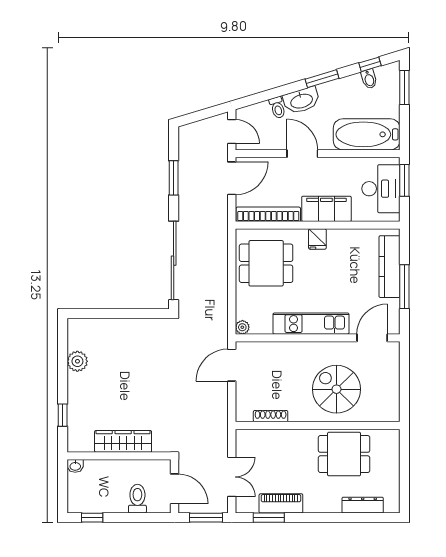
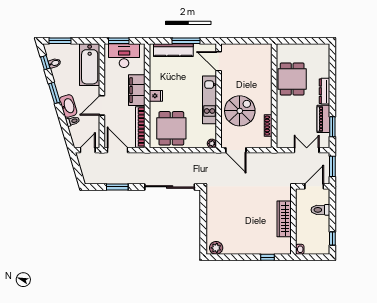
plant: (77, 361) -> (216, 248), moved
spiral stairs: (336, 389) -> (240, 111), moved, turned 180
dresser: (363, 505) -> (324, 91), moved

